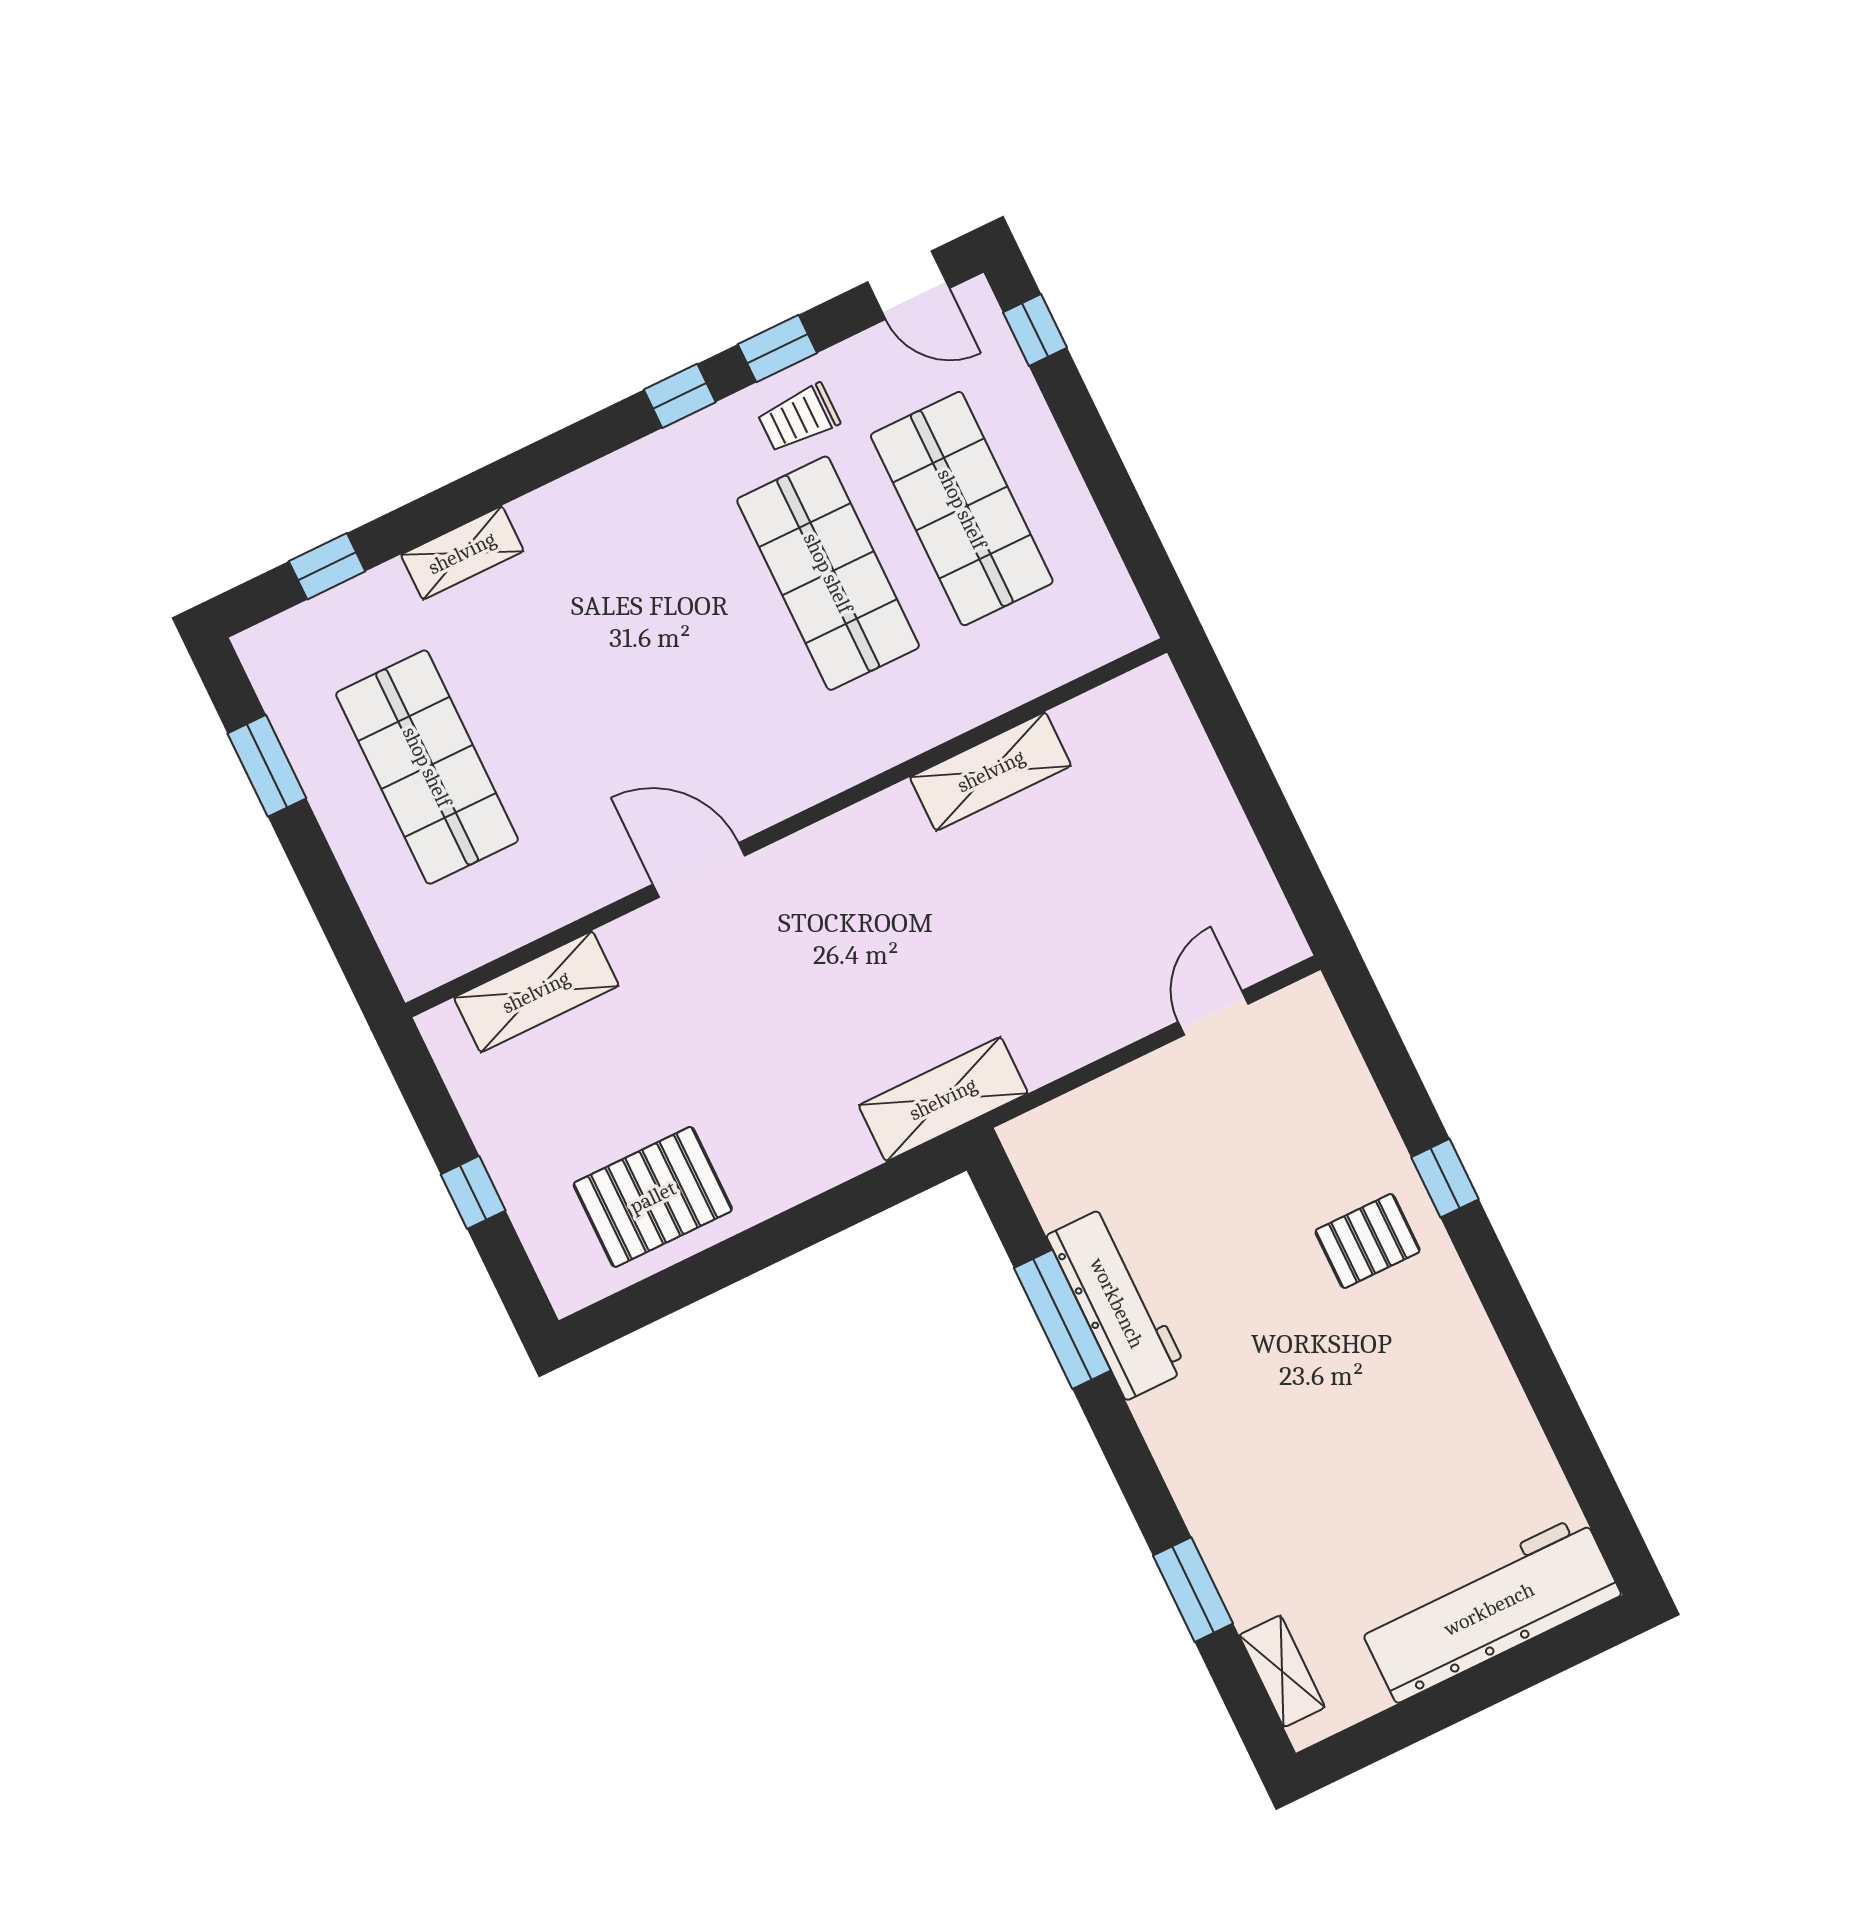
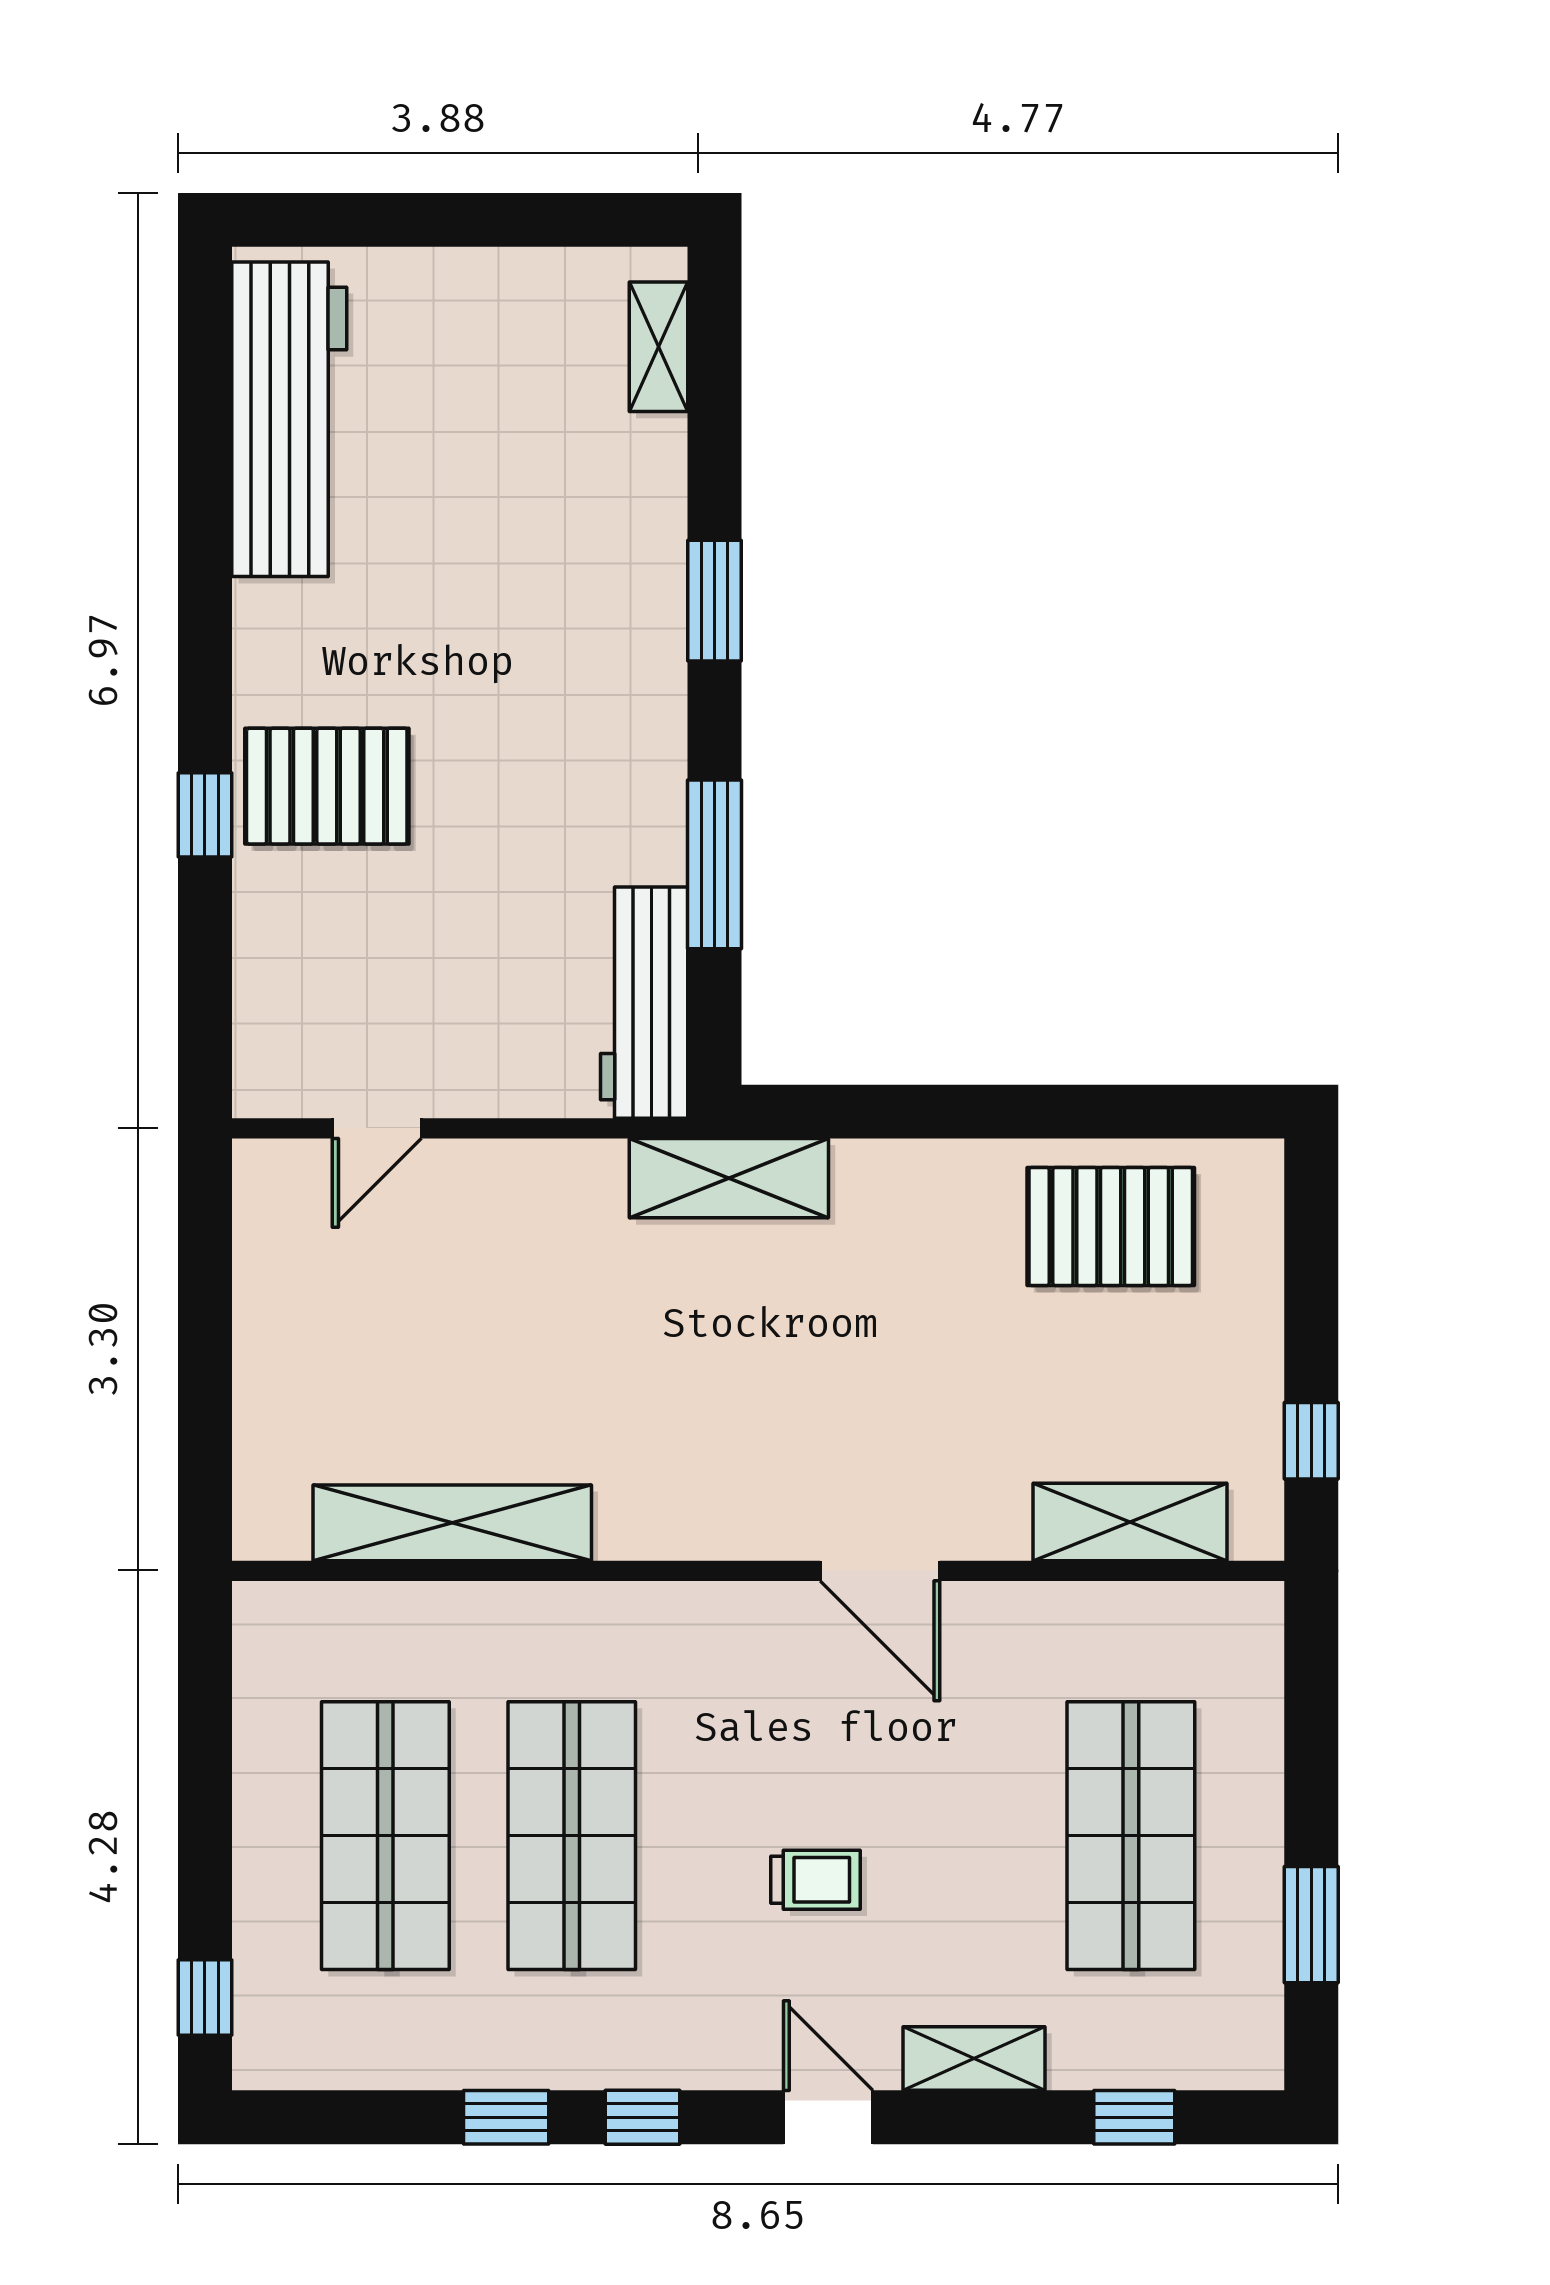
door: (908, 285) -> (828, 2117), moved
trolley: (799, 418) -> (815, 1880), moved
shelving: (991, 771) -> (452, 1523), width x1.47
window: (473, 1192) -> (1311, 1441), moved
pallet: (1368, 1241) -> (327, 786), width x1.50, depth x1.42
workbench: (1117, 1303) -> (644, 1003), moved
window: (1193, 1590) -> (715, 601), moved
workbench: (1489, 1609) -> (289, 419), moved, turned -90

